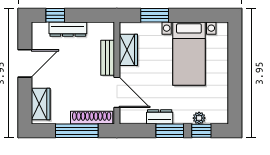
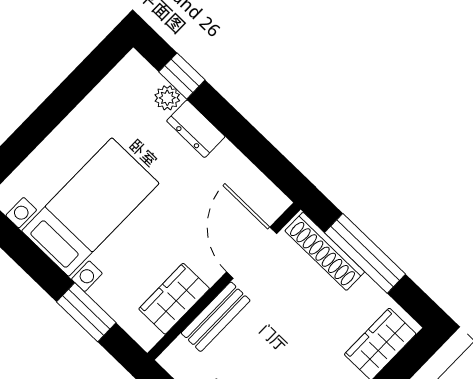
dresser: (160, 117) -> (196, 129), moved
window: (170, 131) -> (228, 121), removed

